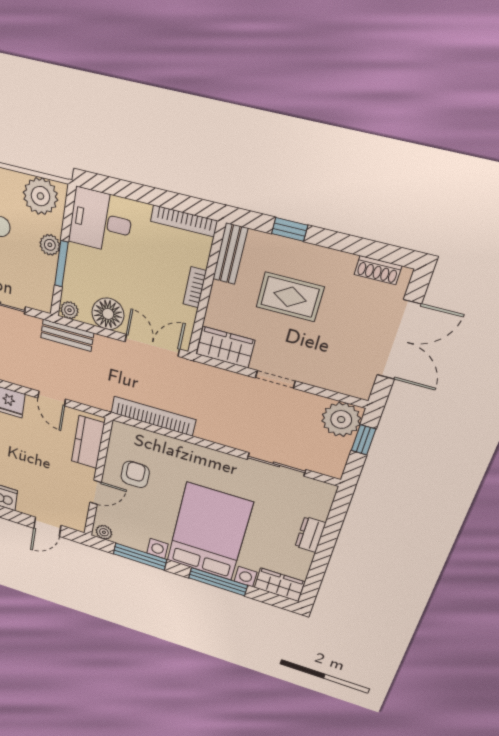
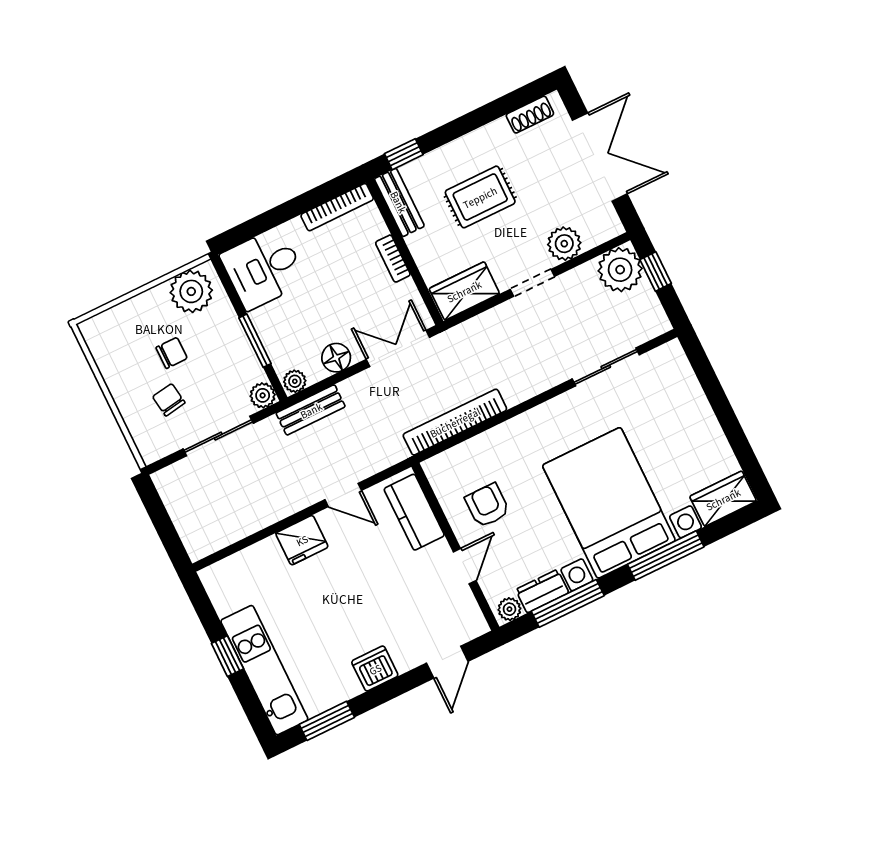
window: (290, 229) -> (404, 154), moved
plant: (50, 245) -> (263, 395), moved
floor lamp: (108, 314) -> (336, 358), width x0.73, depth x0.73
plant: (319, 374) -> (564, 244), added
dresser: (310, 535) -> (542, 591), moved, turned 90

